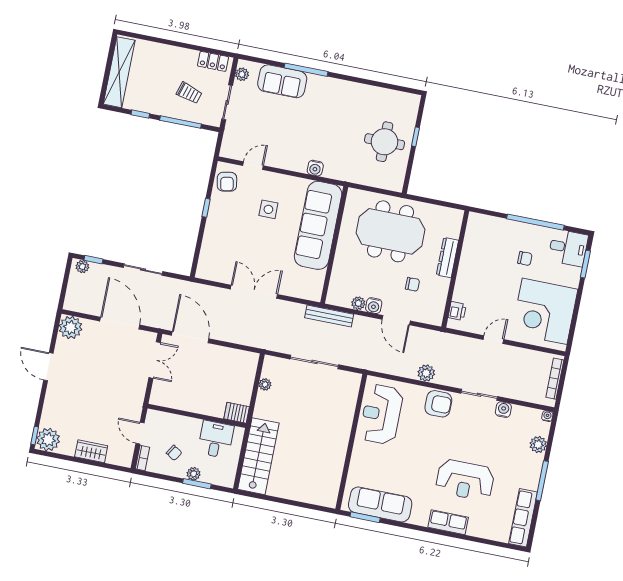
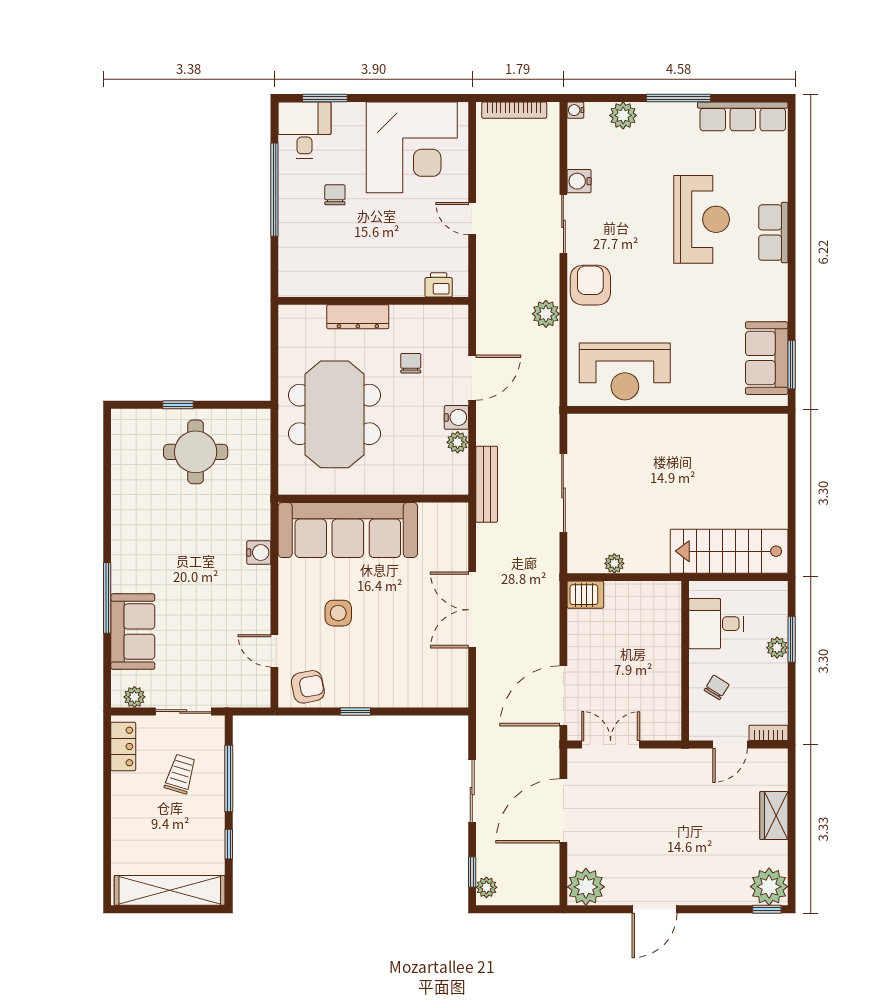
server rack: (237, 413) -> (585, 595), moved, turned -90
chair: (174, 453) -> (717, 687), moved
sofa: (380, 504) -> (767, 358), width x0.73

